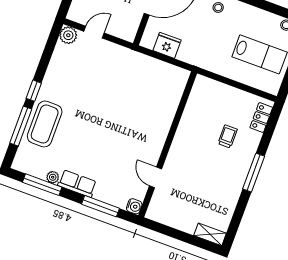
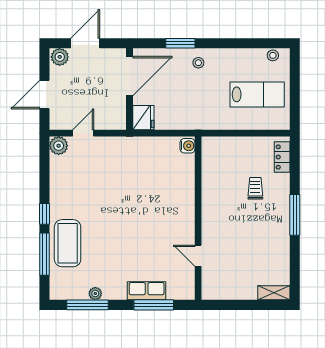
fridge: (167, 45) -> (143, 118), moved, turned 90
row of seats: (77, 184) -> (147, 291), moved
water cooler: (134, 206) -> (188, 146), moved

